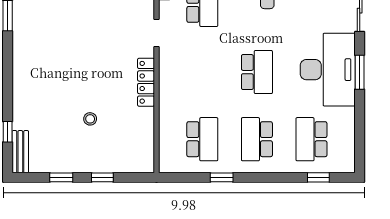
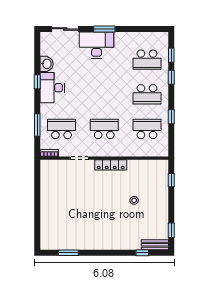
desk: (328, 70) -> (97, 45), width x0.73, depth x0.77
school desk: (257, 72) -> (104, 129), moved
window: (61, 177) -> (171, 230), moved
window: (102, 177) -> (171, 180), moved
window: (284, 177) -> (171, 77), added

